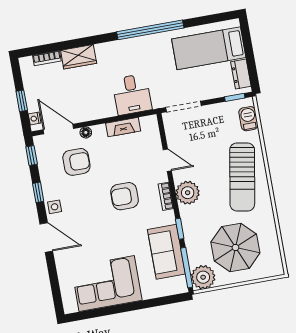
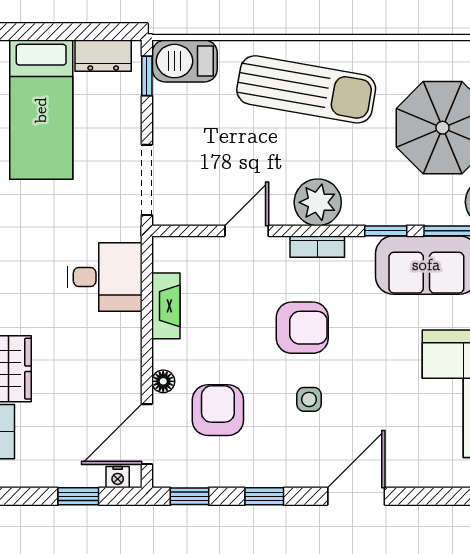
barbecue: (248, 119) -> (185, 61), width x1.38, depth x1.27
armchair: (125, 196) -> (302, 328), turned -90
side table: (55, 207) -> (309, 399), moved

